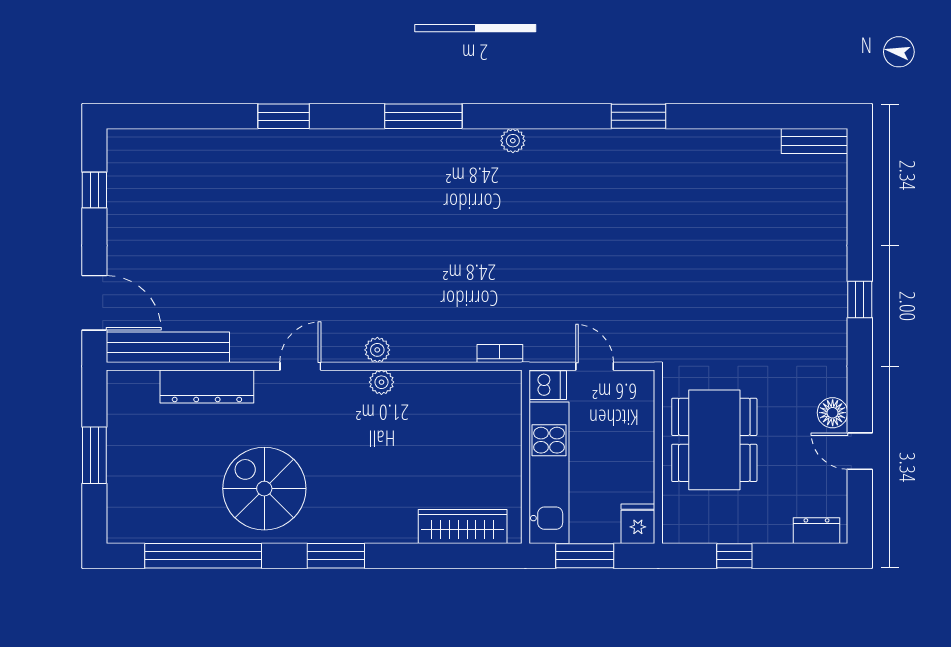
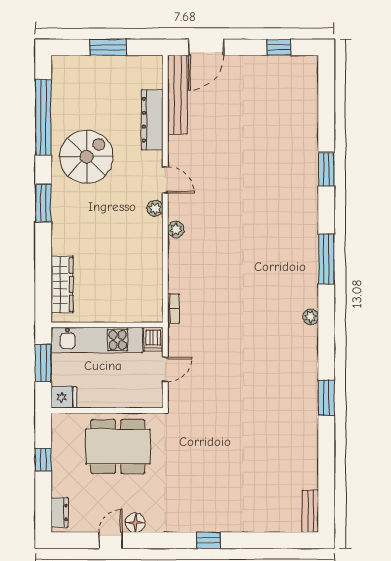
plant: (381, 382) -> (155, 209), moved

